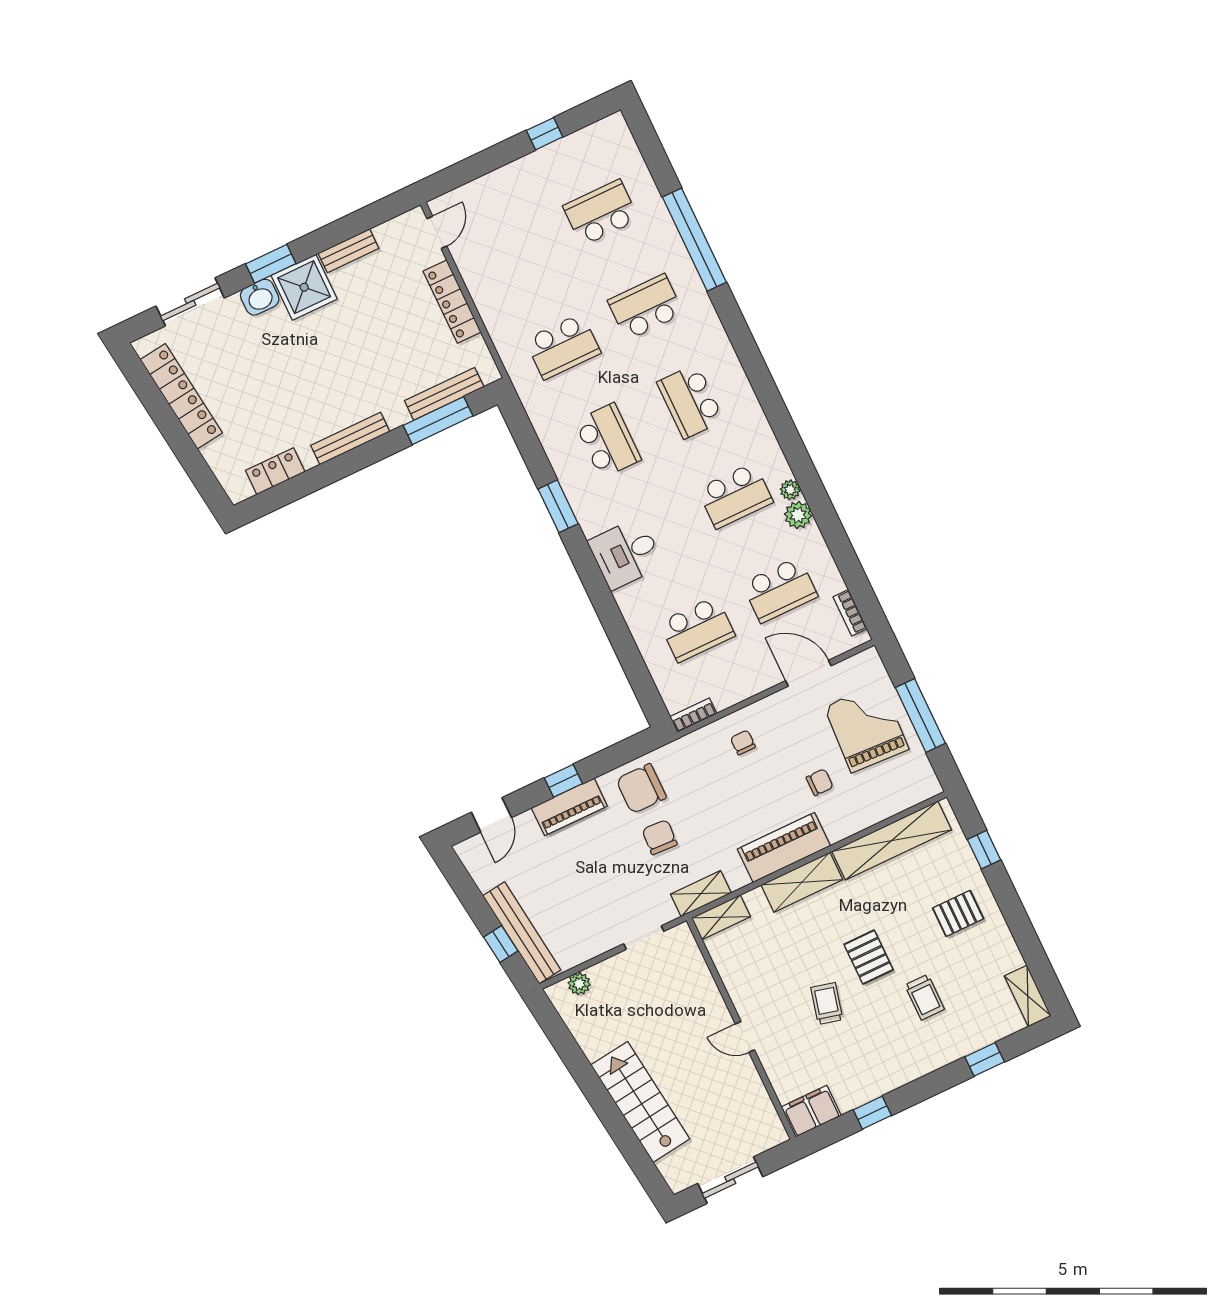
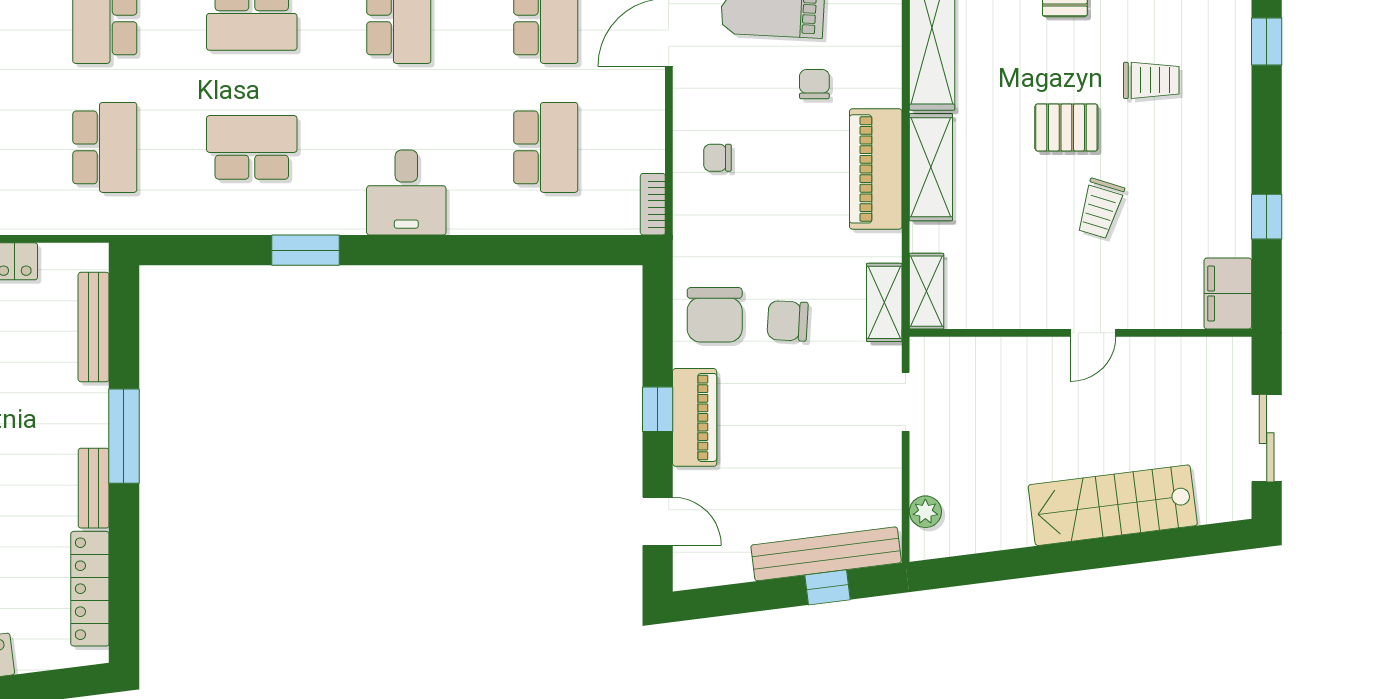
window: (438, 421) -> (124, 436), moved
bench: (350, 438) -> (94, 488), width x0.73
locker: (275, 471) -> (90, 589), width x1.53
trolley: (827, 1004) -> (1100, 209), turned -87

